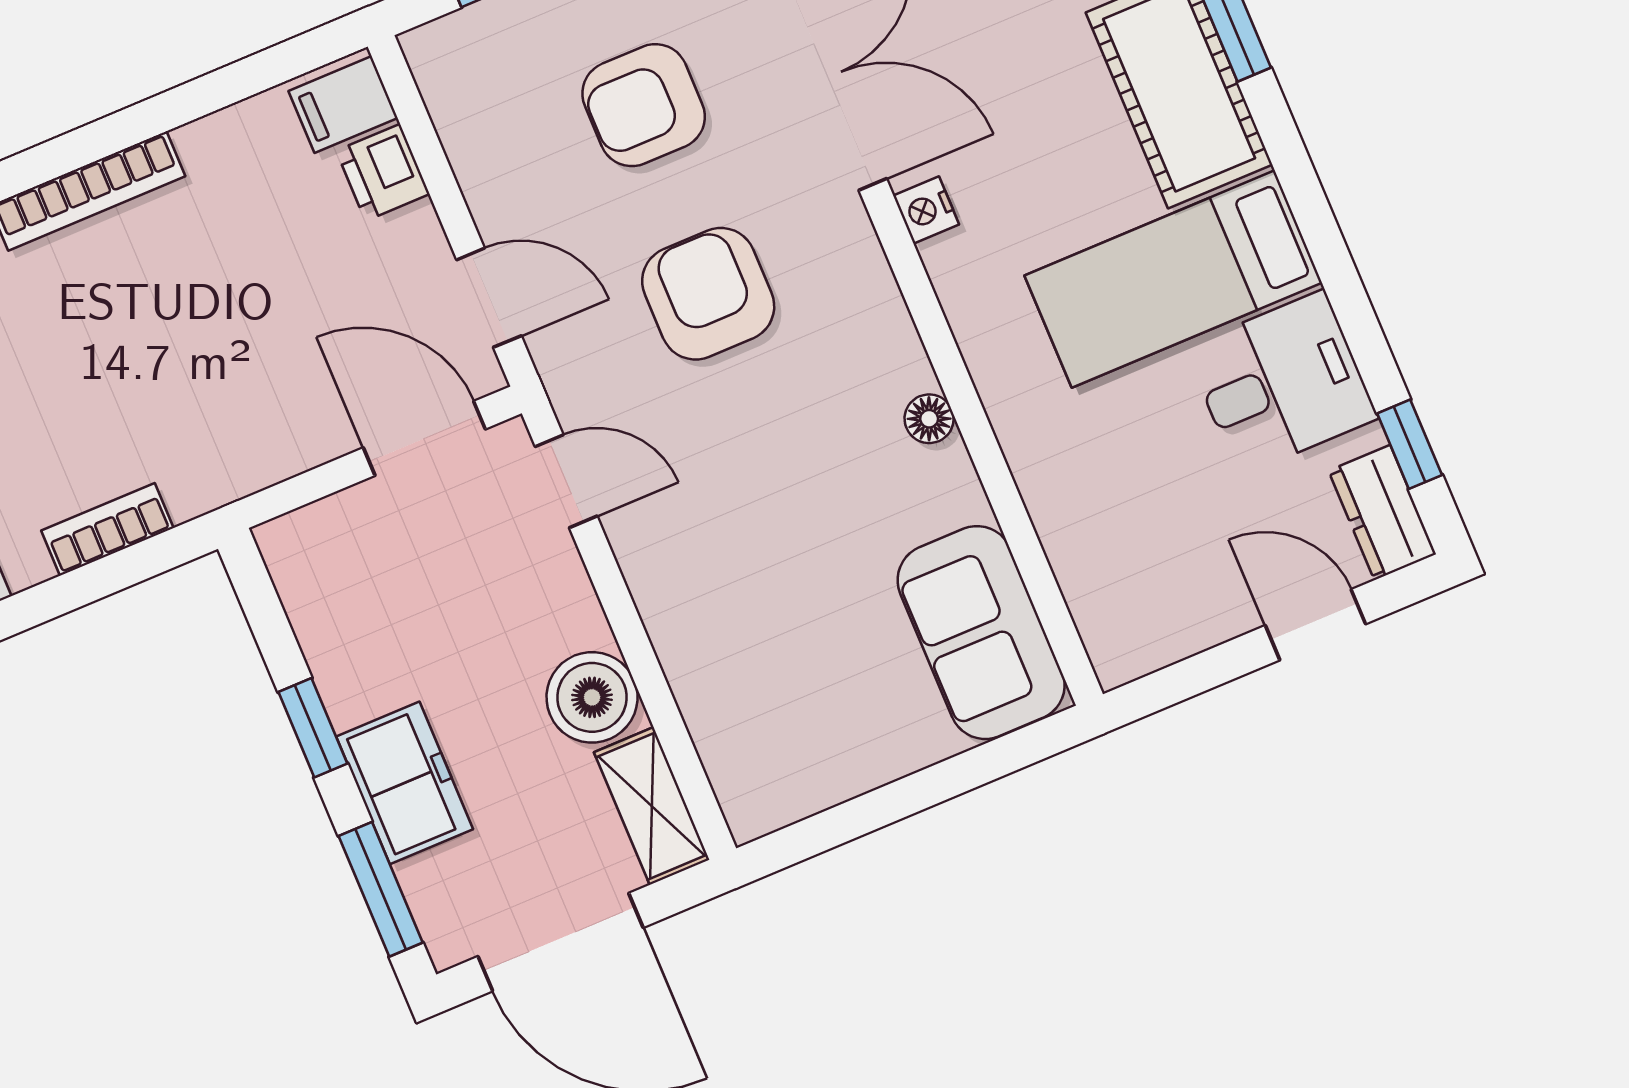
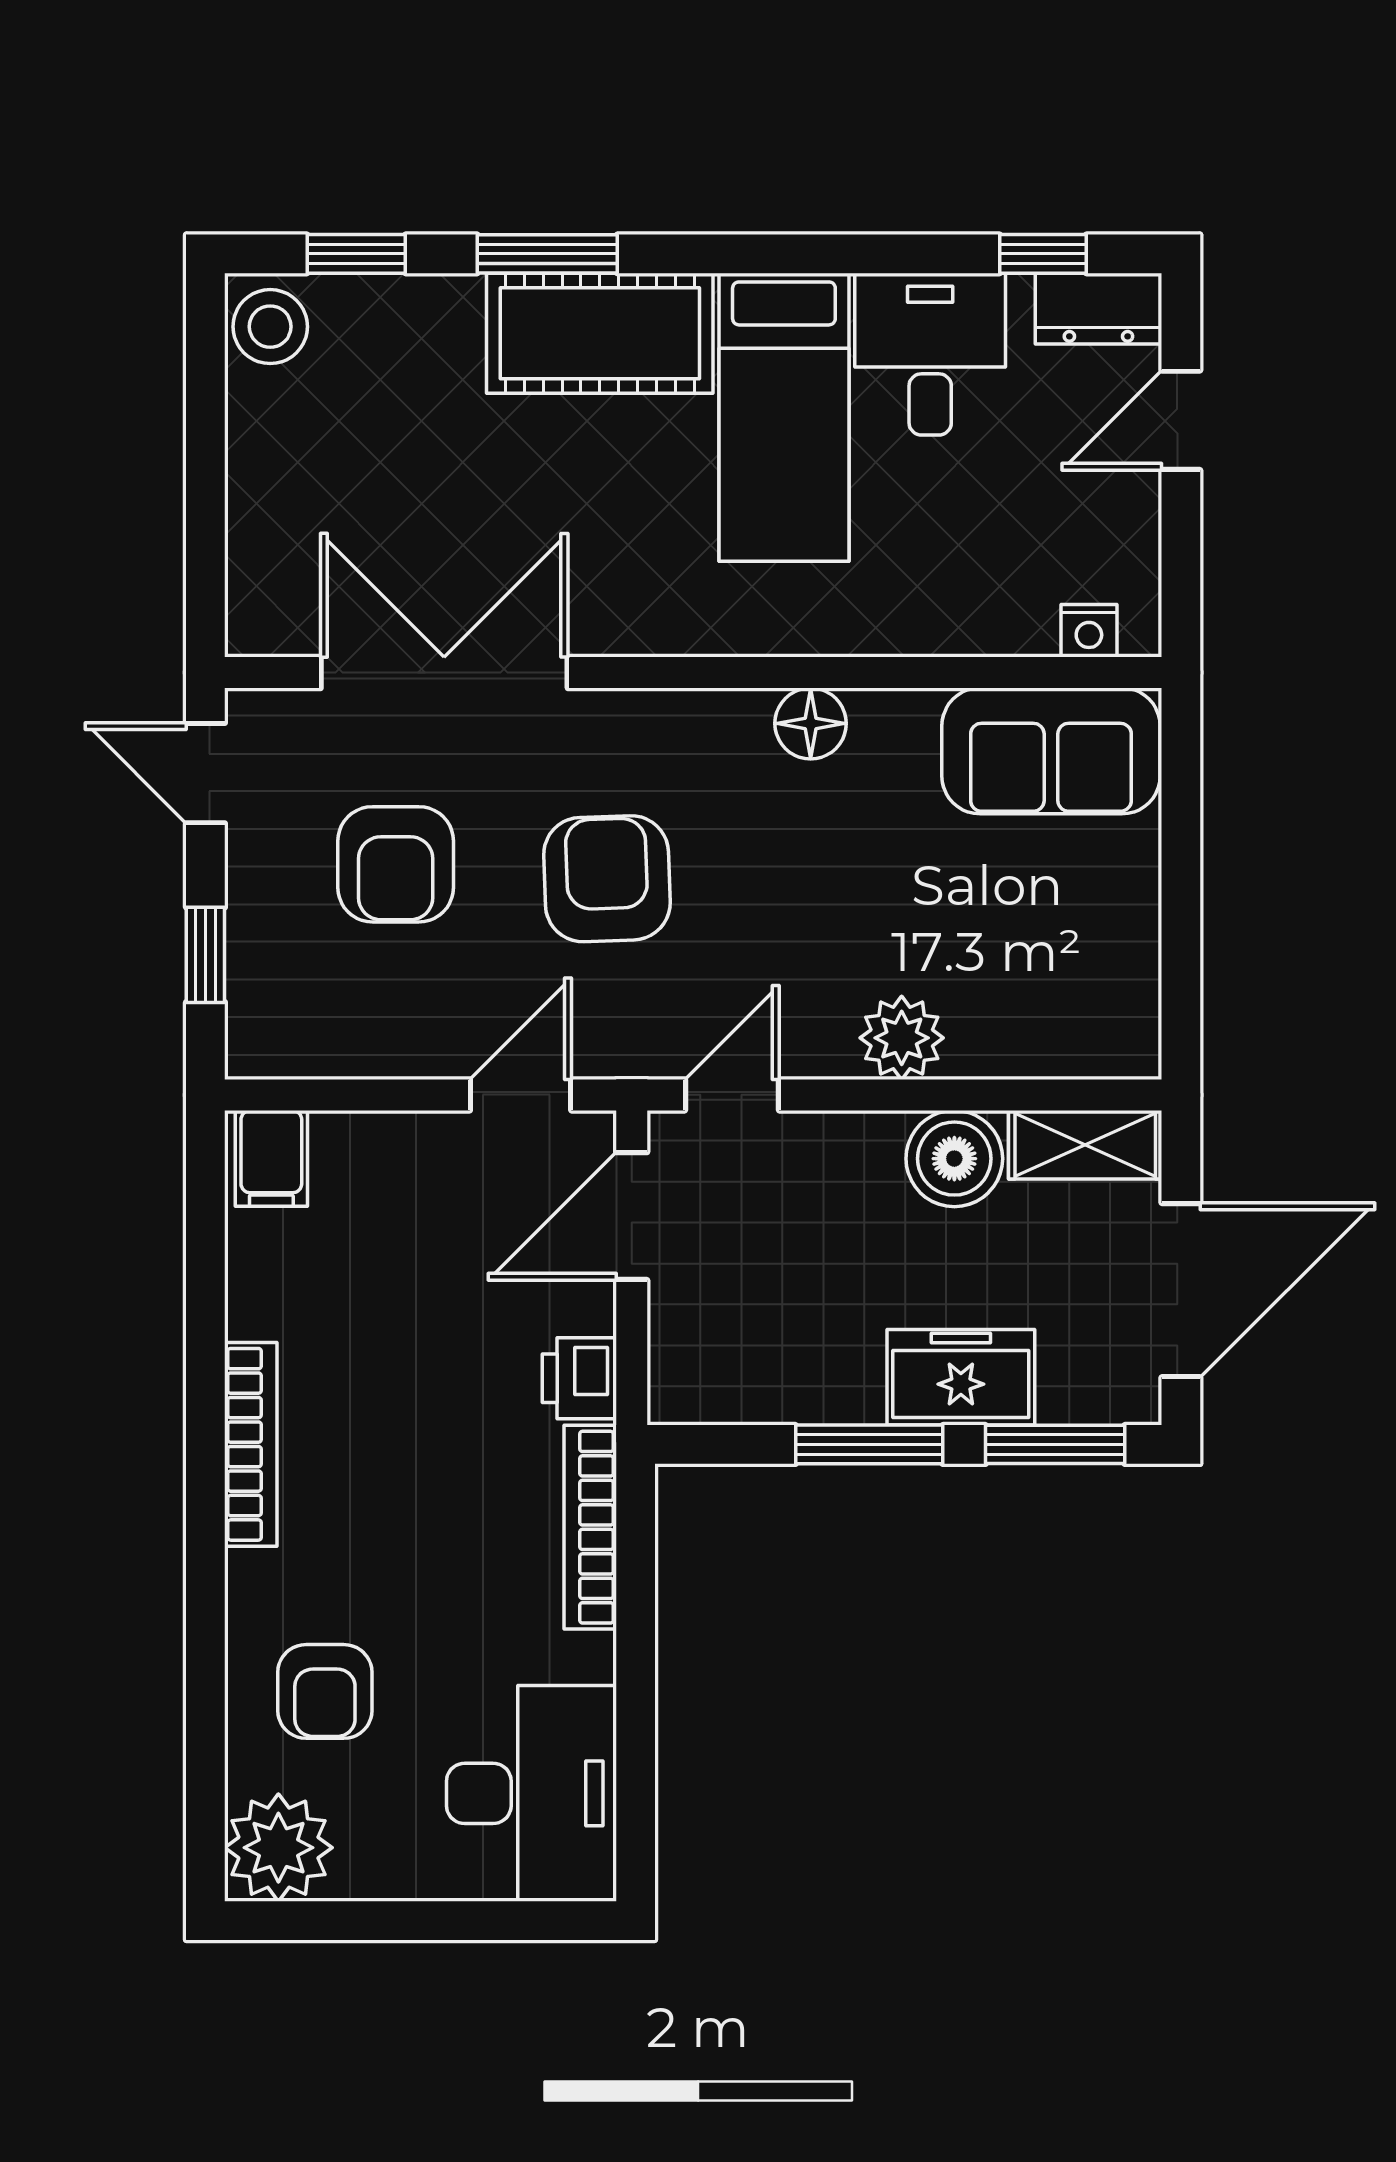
printer: (383, 172) -> (579, 1378), moved, turned 90
nightstand: (926, 210) -> (1089, 631), moved
armchair: (708, 294) -> (607, 879), turned 88
floor lamp: (929, 419) -> (811, 723), width x1.37, depth x1.37
bookcase: (107, 529) -> (590, 1527), width x1.56
plant: (678, 608) -> (902, 1038), added
window: (313, 728) -> (869, 1444), width x1.50

